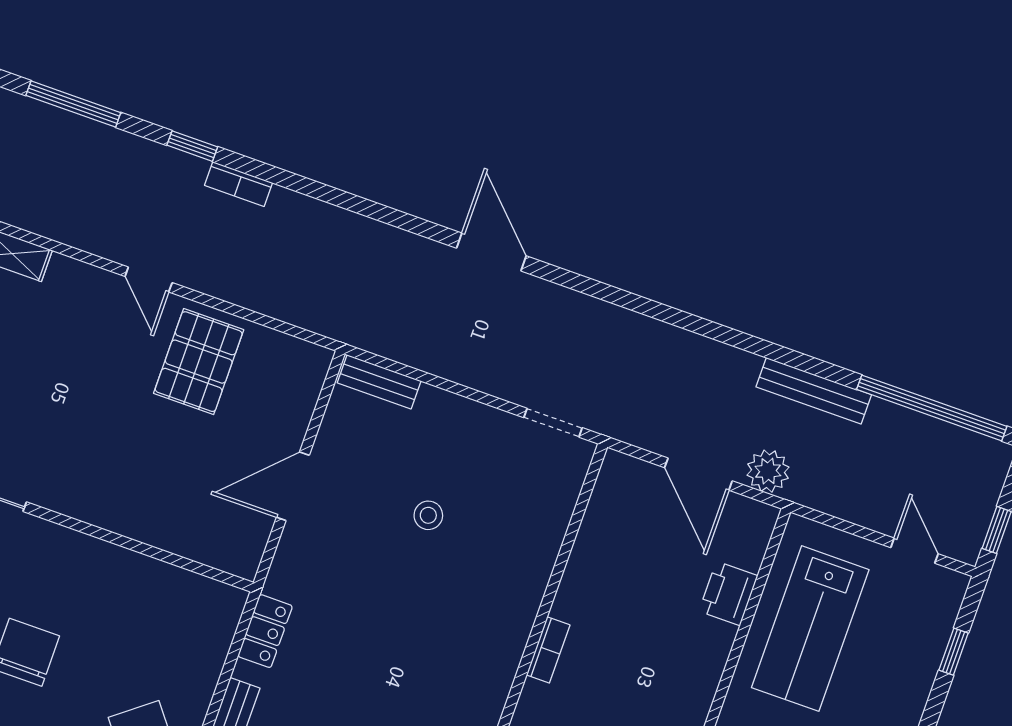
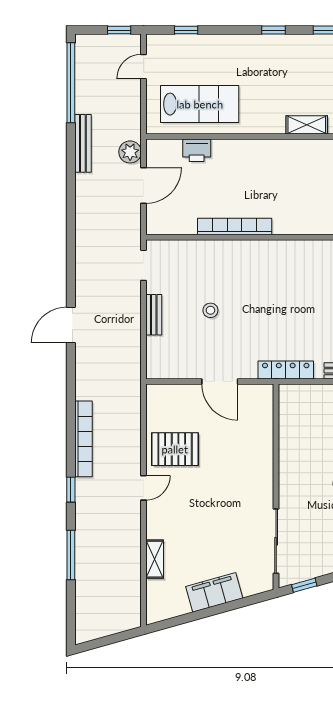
bookcase: (239, 184) -> (83, 439), width x2.31, depth x1.31
bench: (379, 382) -> (154, 315), moved
locker: (265, 631) -> (286, 370), width x1.53
bookcase: (548, 650) -> (235, 226), width x2.31, depth x1.31

